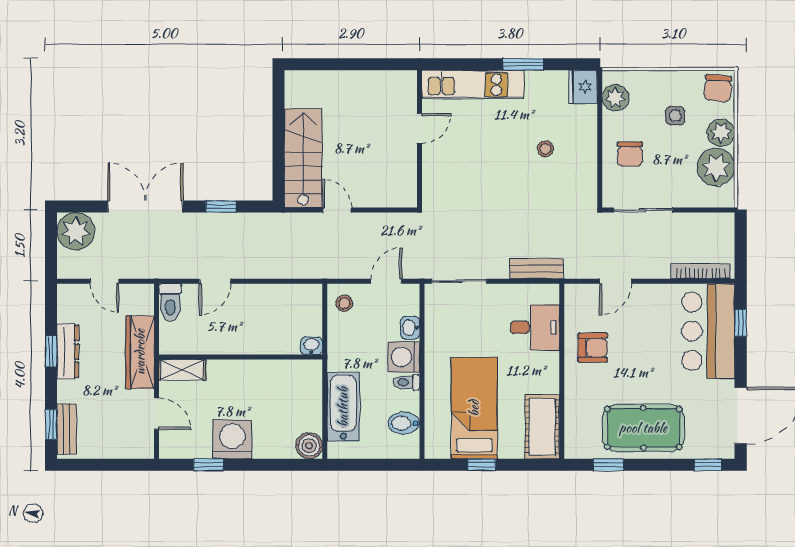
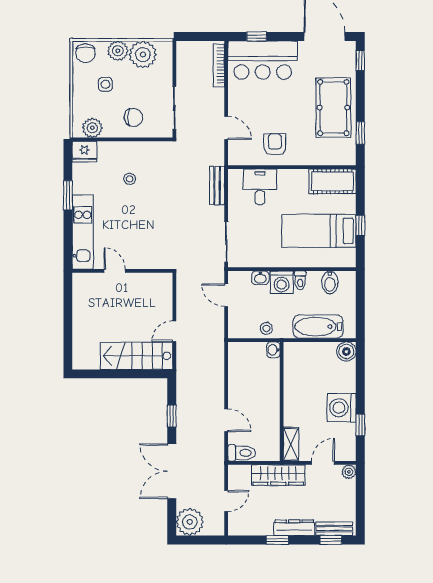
chair: (718, 88) -> (85, 53), turned 85
stool: (344, 303) -> (266, 328), moved
dresser: (68, 351) -> (294, 528), moved
plant: (144, 449) -> (349, 472), added

